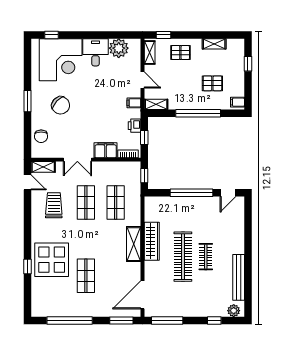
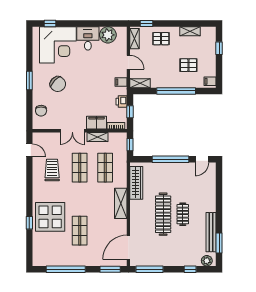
shelving: (43, 167) -> (97, 137), moved
wardrobe: (152, 241) -> (136, 183), moved
window: (248, 290) -> (219, 243), added

